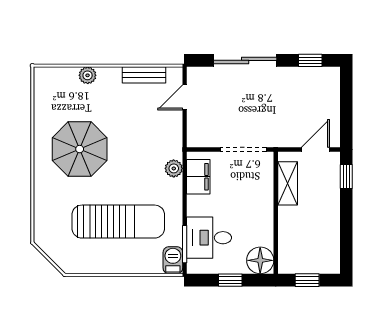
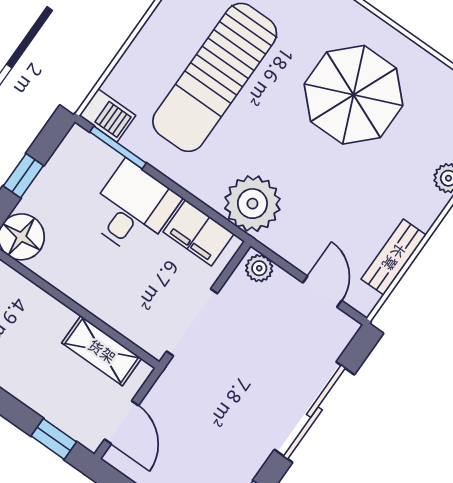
plant: (195, 136) -> (259, 268), added
plant: (174, 168) -> (252, 204), width x1.87, depth x1.87
desk: (209, 238) -> (133, 209), moved

